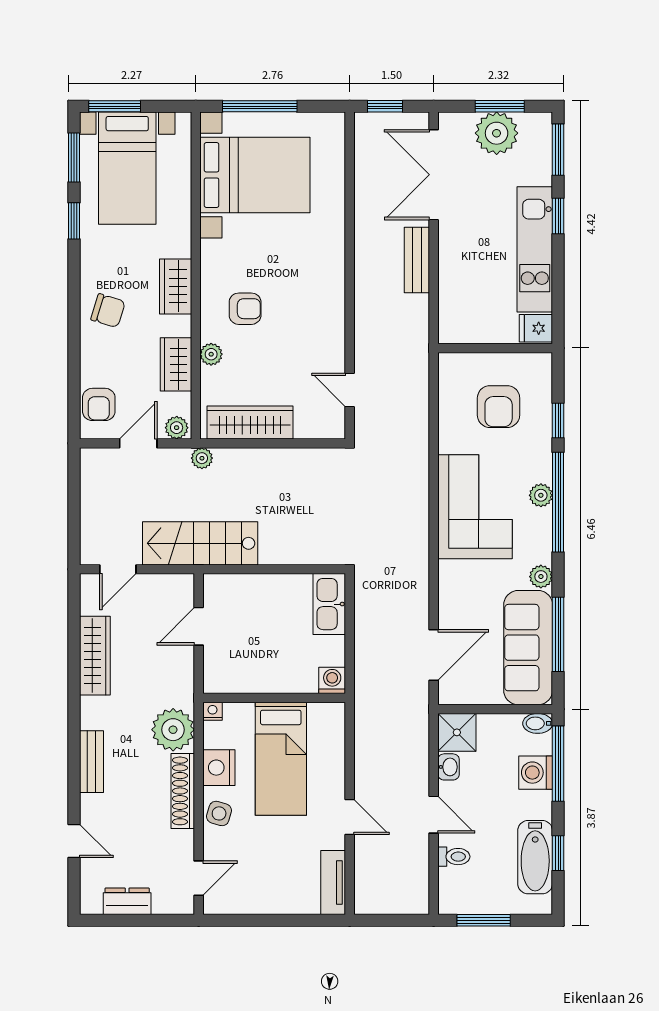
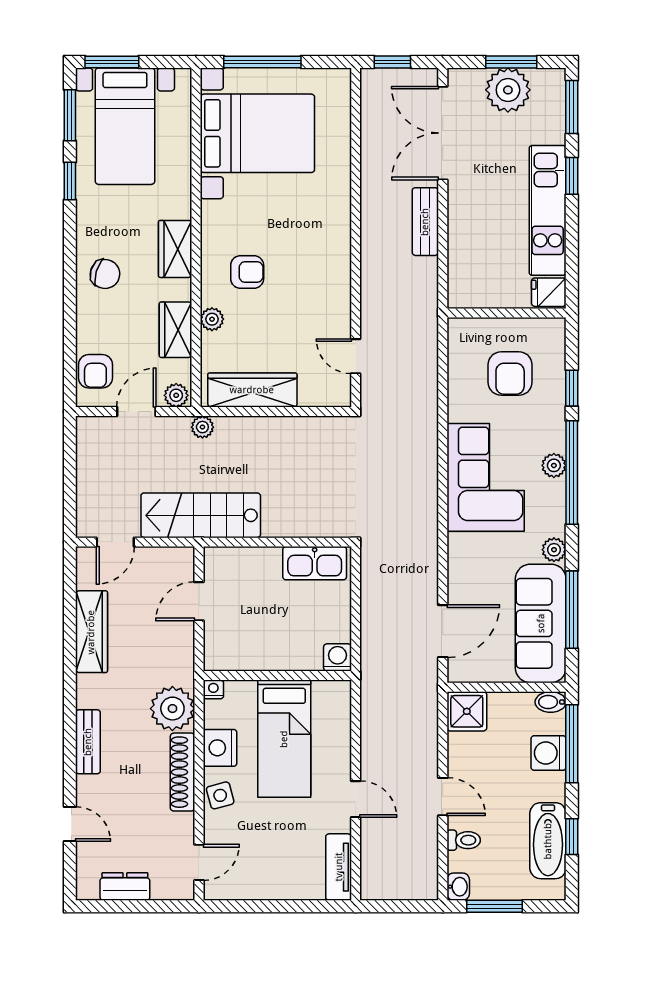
kitchen sink: (329, 604) -> (315, 563), moved, turned -90
washbasin: (449, 767) -> (458, 887), moved
side table: (219, 813) -> (220, 795), turned -31

